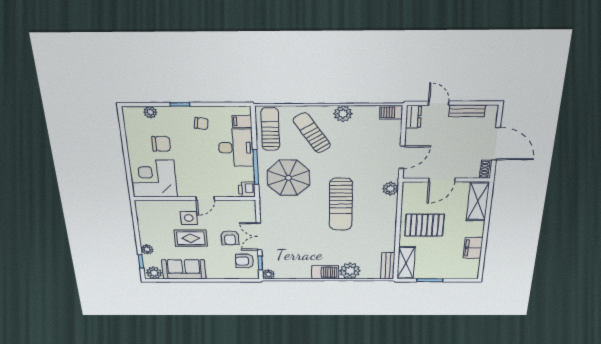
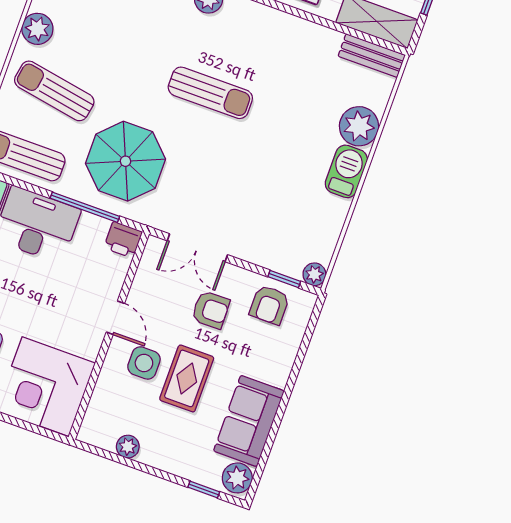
sun lounger: (312, 133) -> (54, 91), turned 43
sun lounger: (341, 204) -> (210, 93), width x0.73, depth x0.75
double door: (259, 237) -> (197, 248), moved
plant: (147, 249) -> (128, 447), moved

